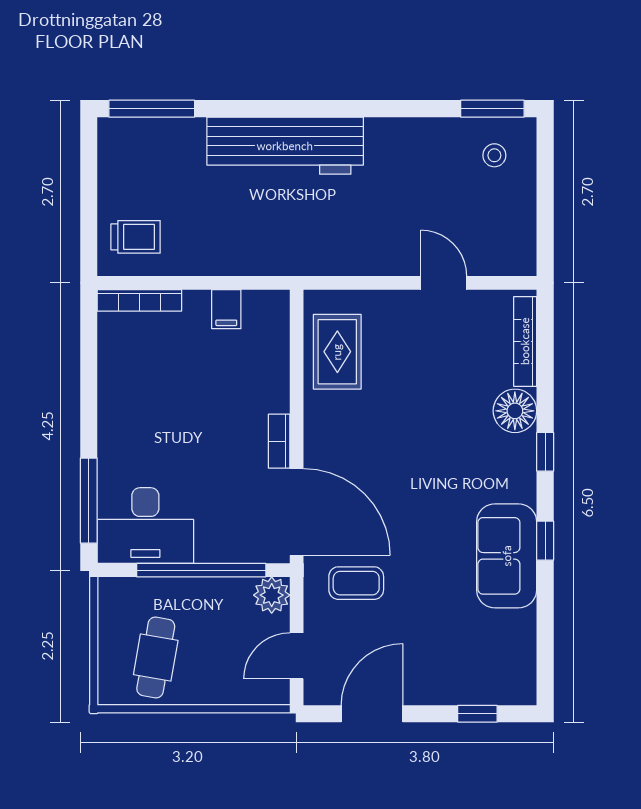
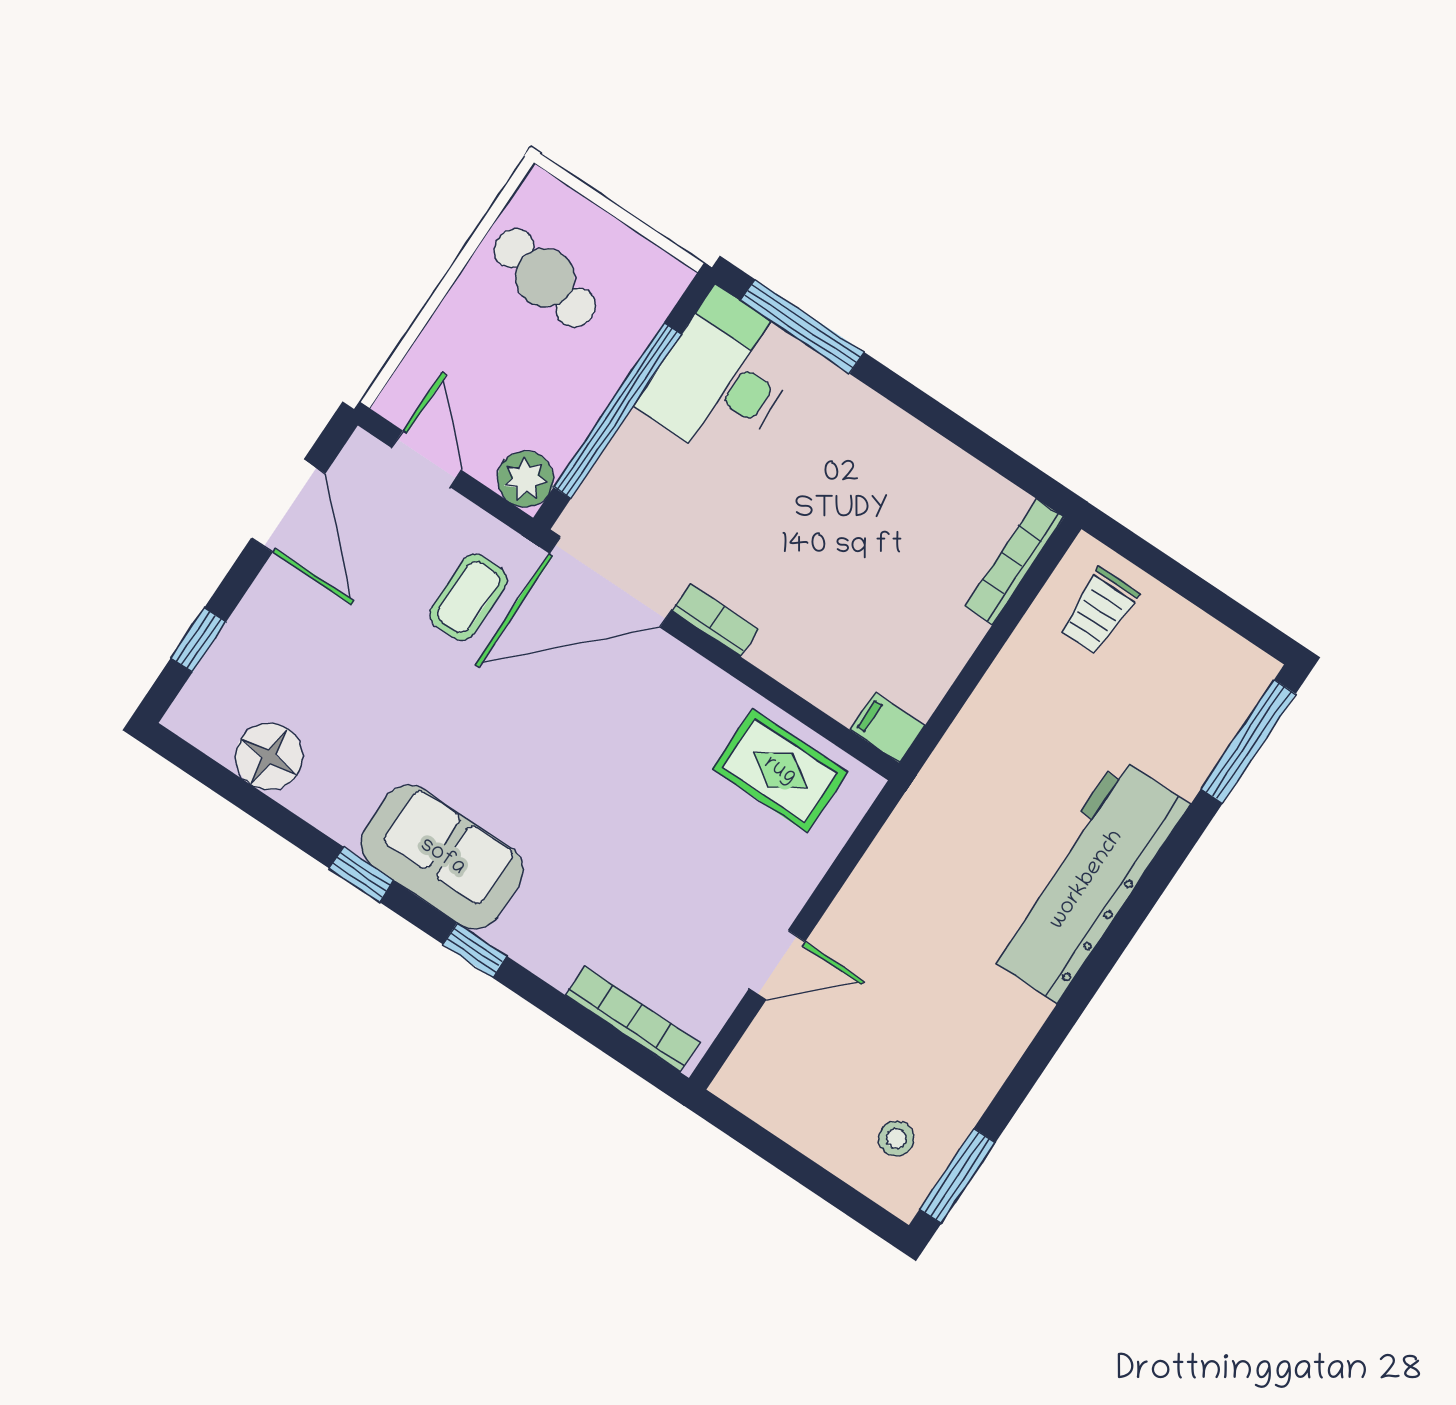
filing cabinet: (226, 309) -> (887, 728), moved
floor lamp: (515, 411) -> (269, 757), moved
sofa: (507, 556) -> (442, 857), moved

